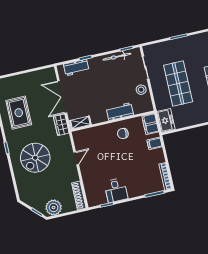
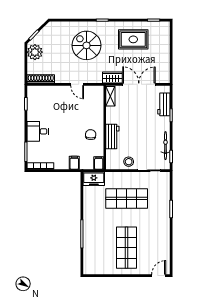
filing cabinet: (150, 124) -> (99, 163), width x0.50
desk: (116, 190) -> (38, 131), moved

